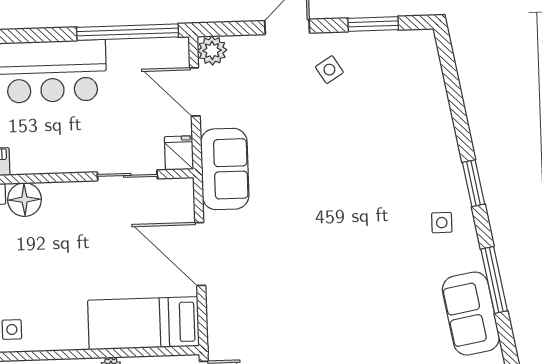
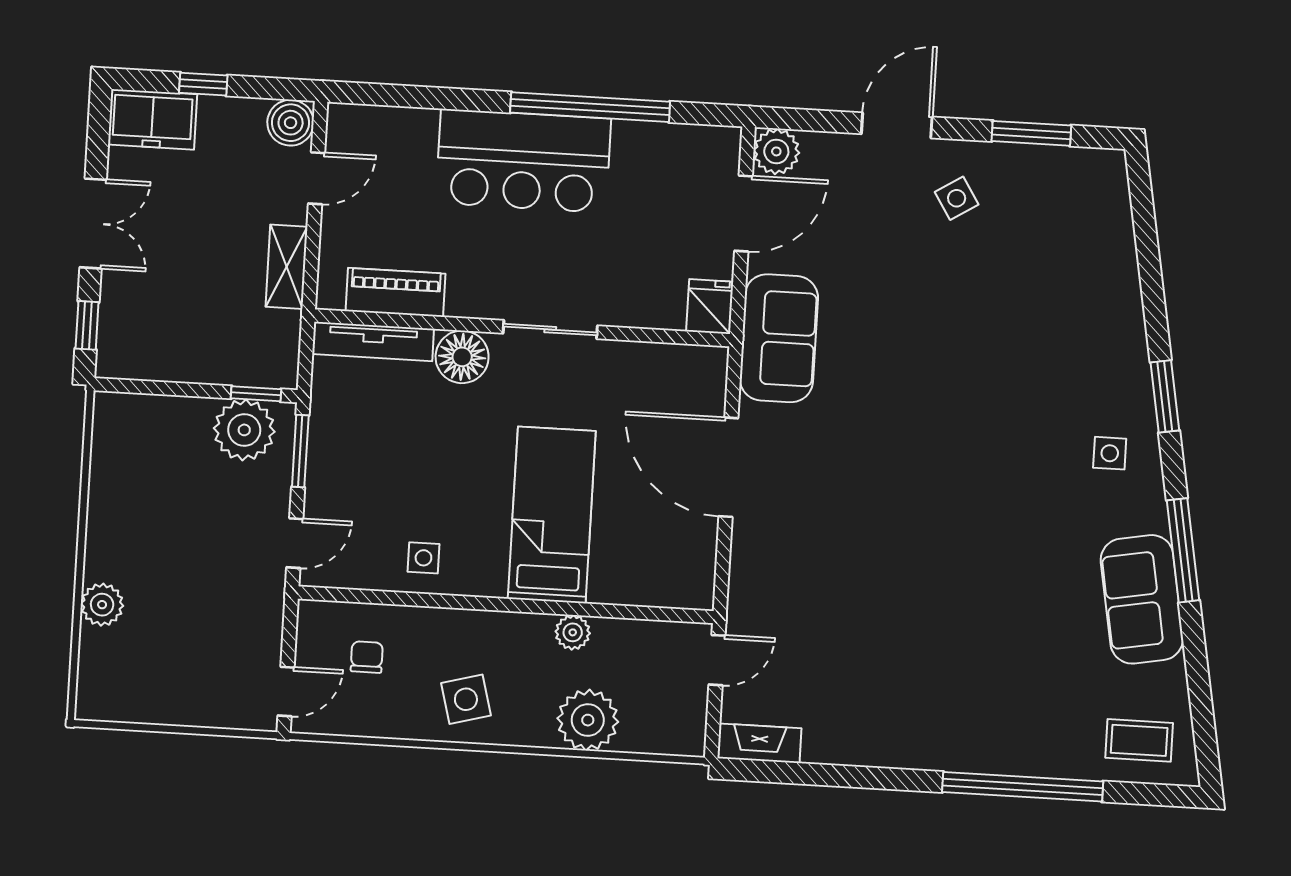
window: (128, 32) -> (590, 107), moved
door: (195, 92) -> (744, 213), swing flipped
sliding door: (127, 175) -> (550, 330), moved
bed: (143, 323) -> (552, 515), moved, turned 90

